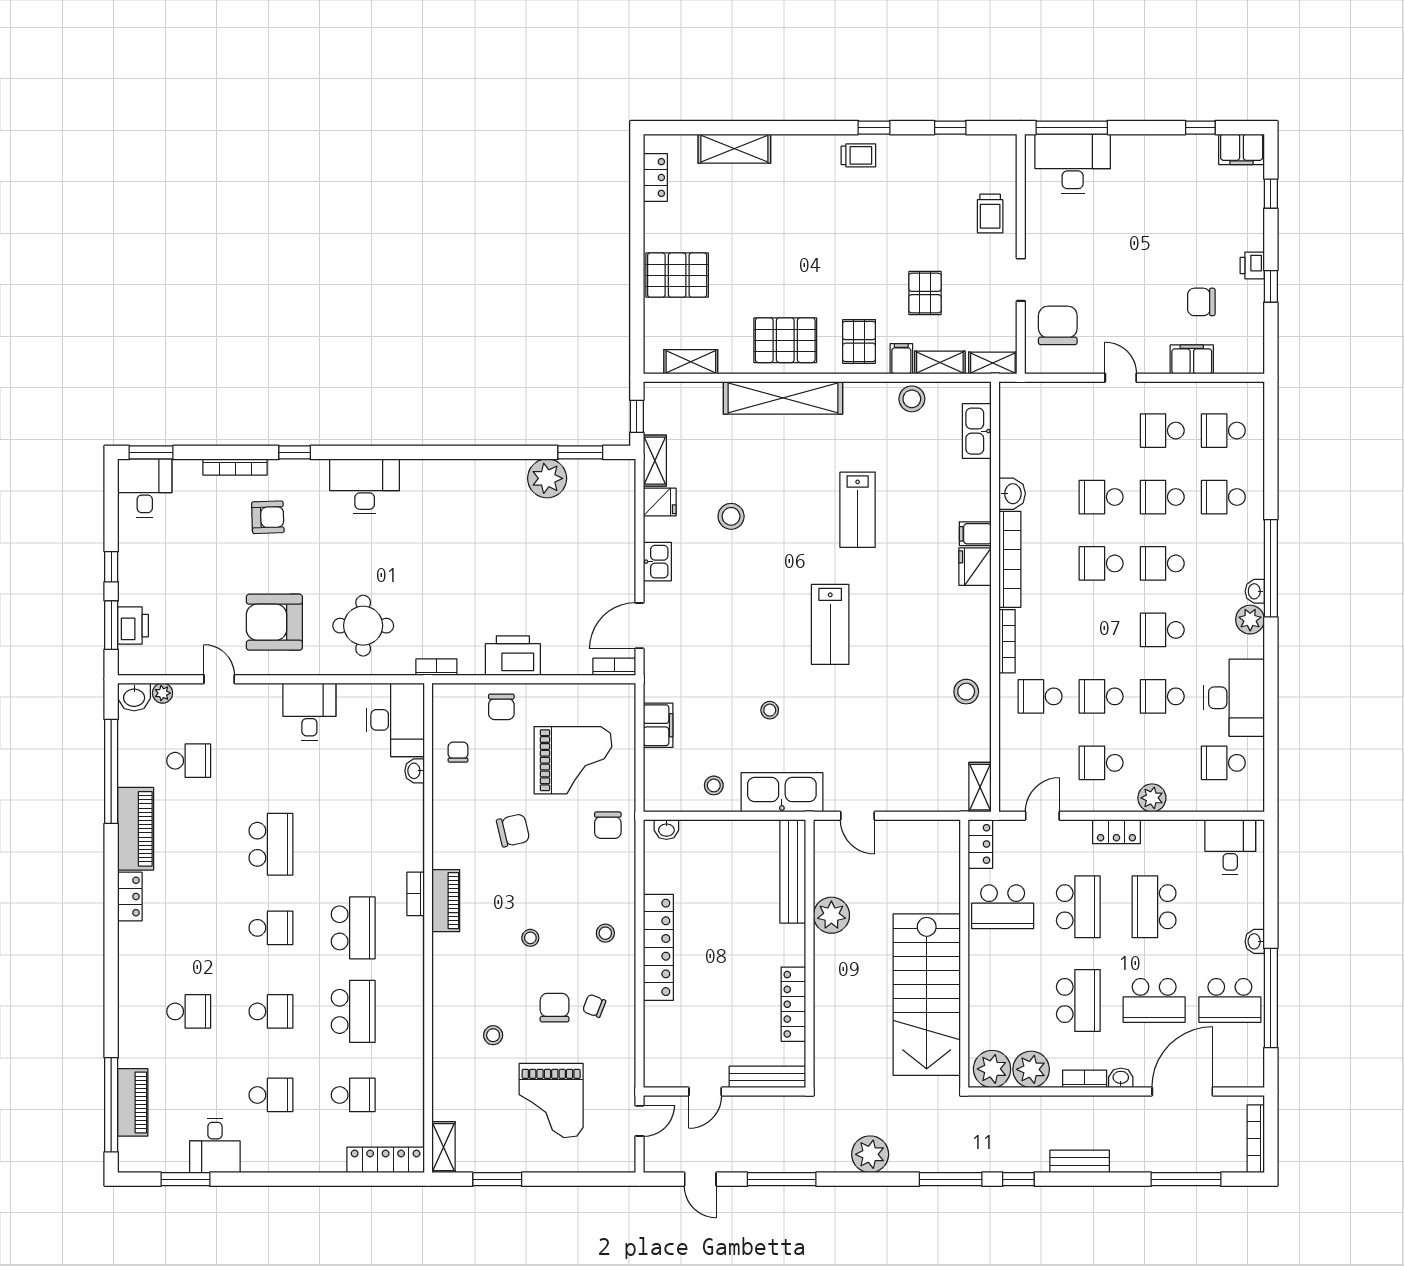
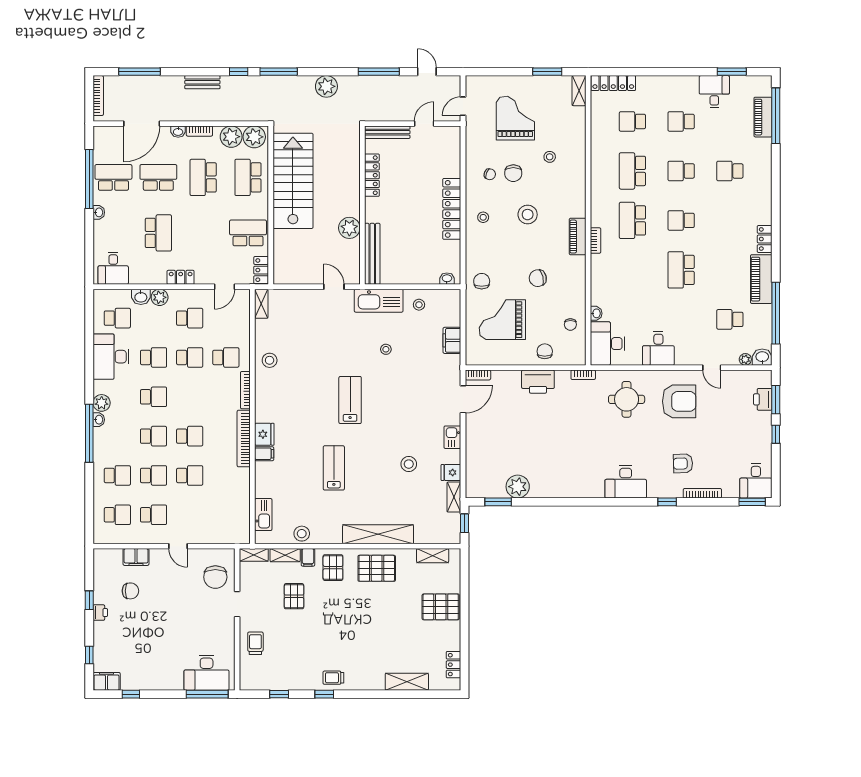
washbasin: (1012, 494) -> (141, 297), moved, turned -90
school desk: (1078, 907) -> (248, 177), moved
stool: (530, 938) -> (528, 215), width x1.89, depth x1.89

